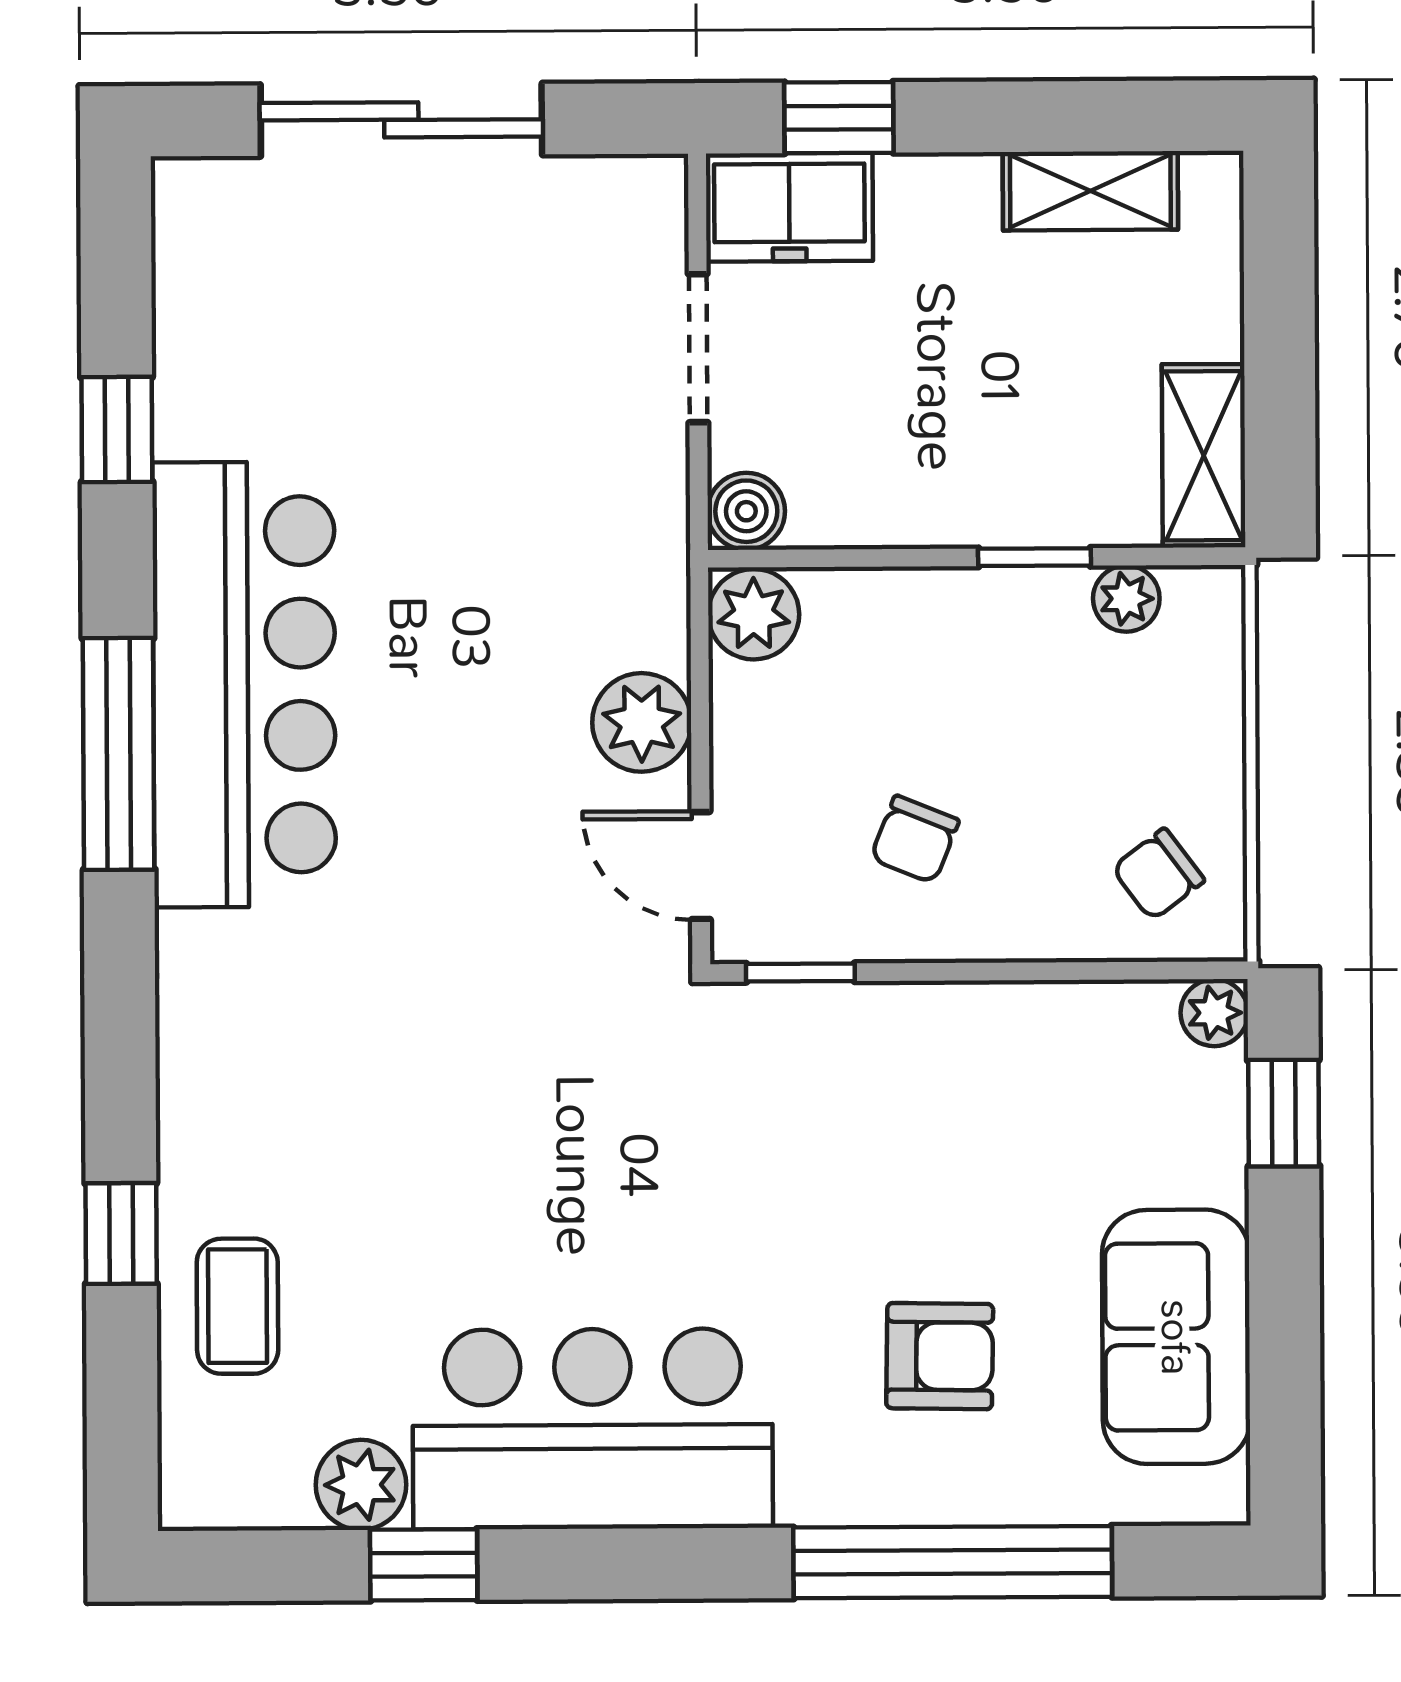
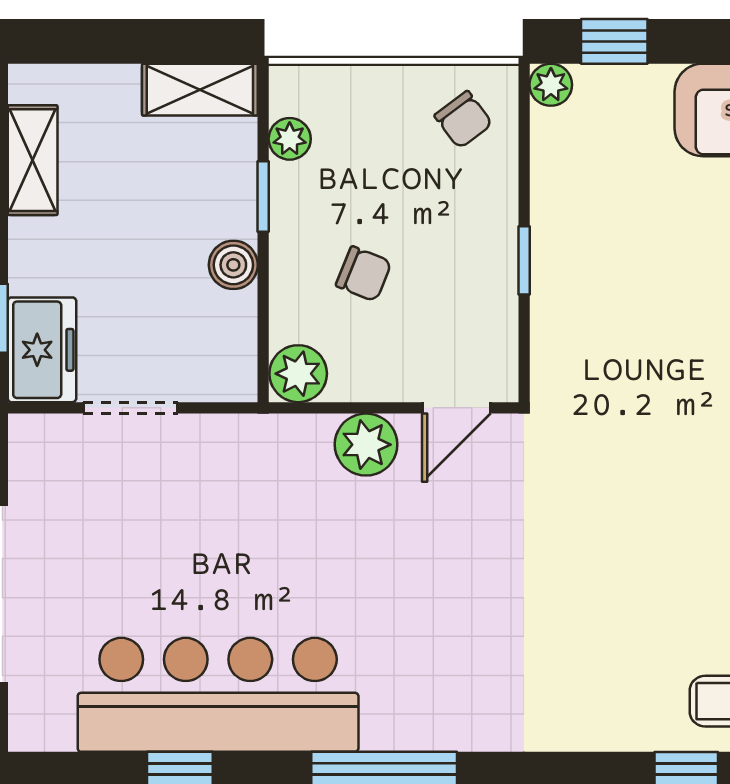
boiler: (746, 511) -> (233, 265), moved
bar counter: (244, 685) -> (218, 695), moved
chair: (915, 839) -> (364, 274), moved
window: (800, 973) -> (524, 260), moved

